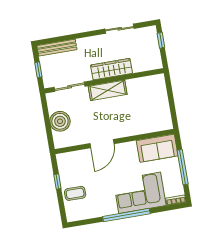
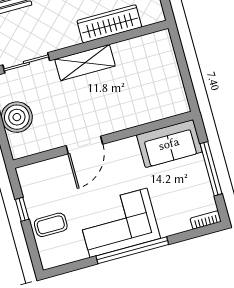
wardrobe: (111, 69) -> (109, 24), moved
corner sofa: (140, 193) -> (118, 223), moved

